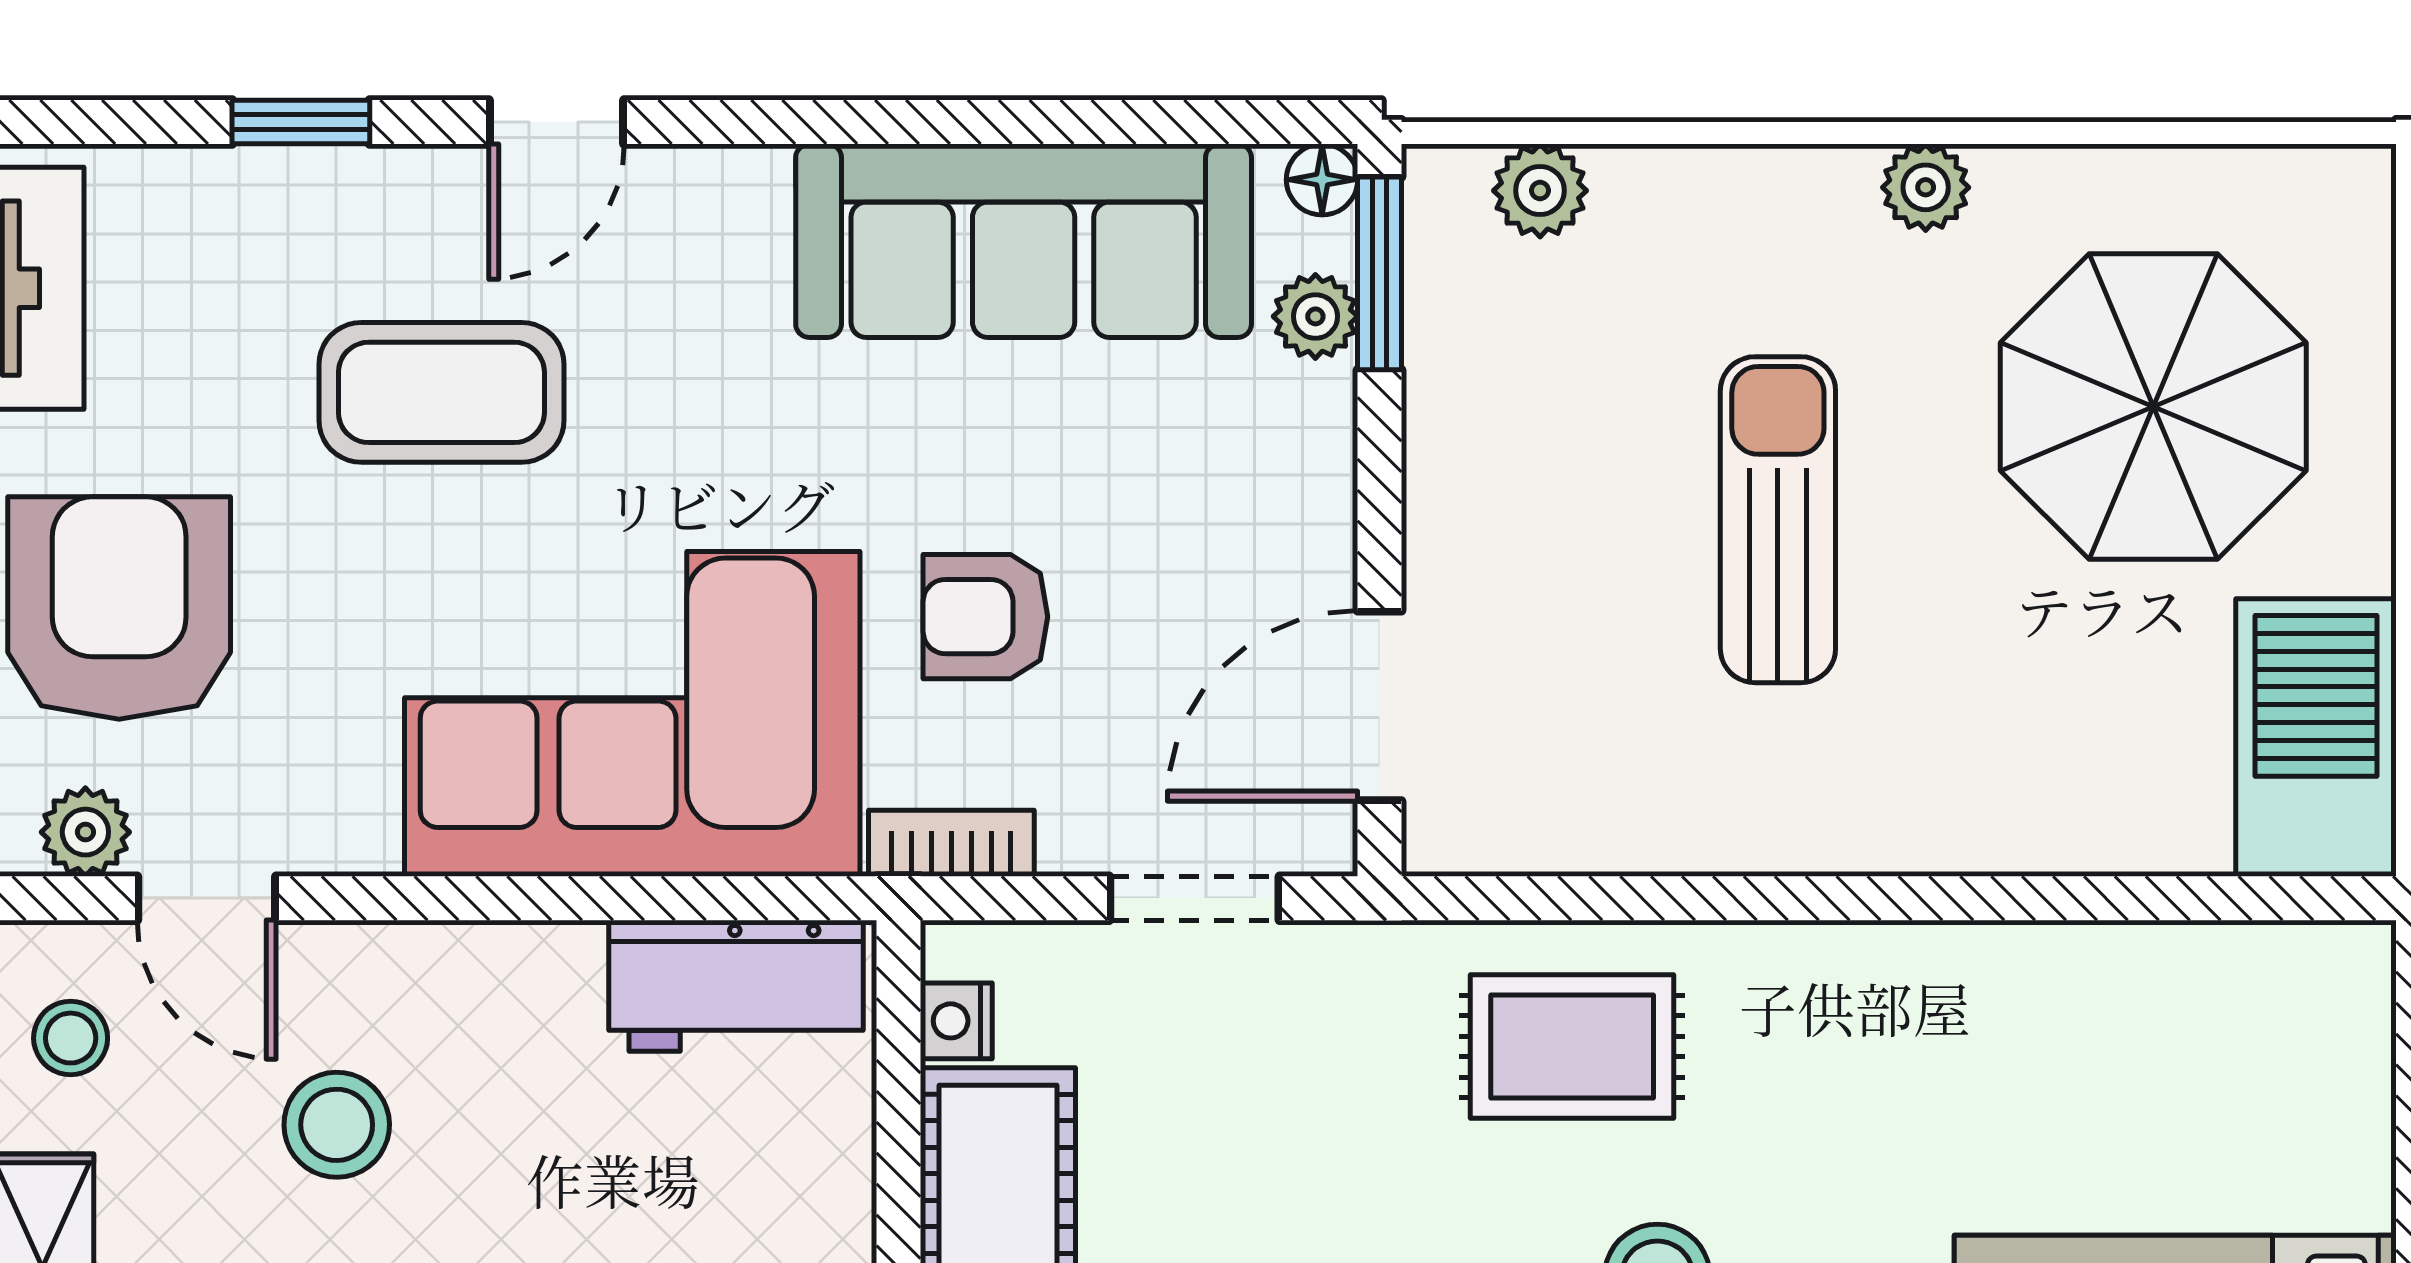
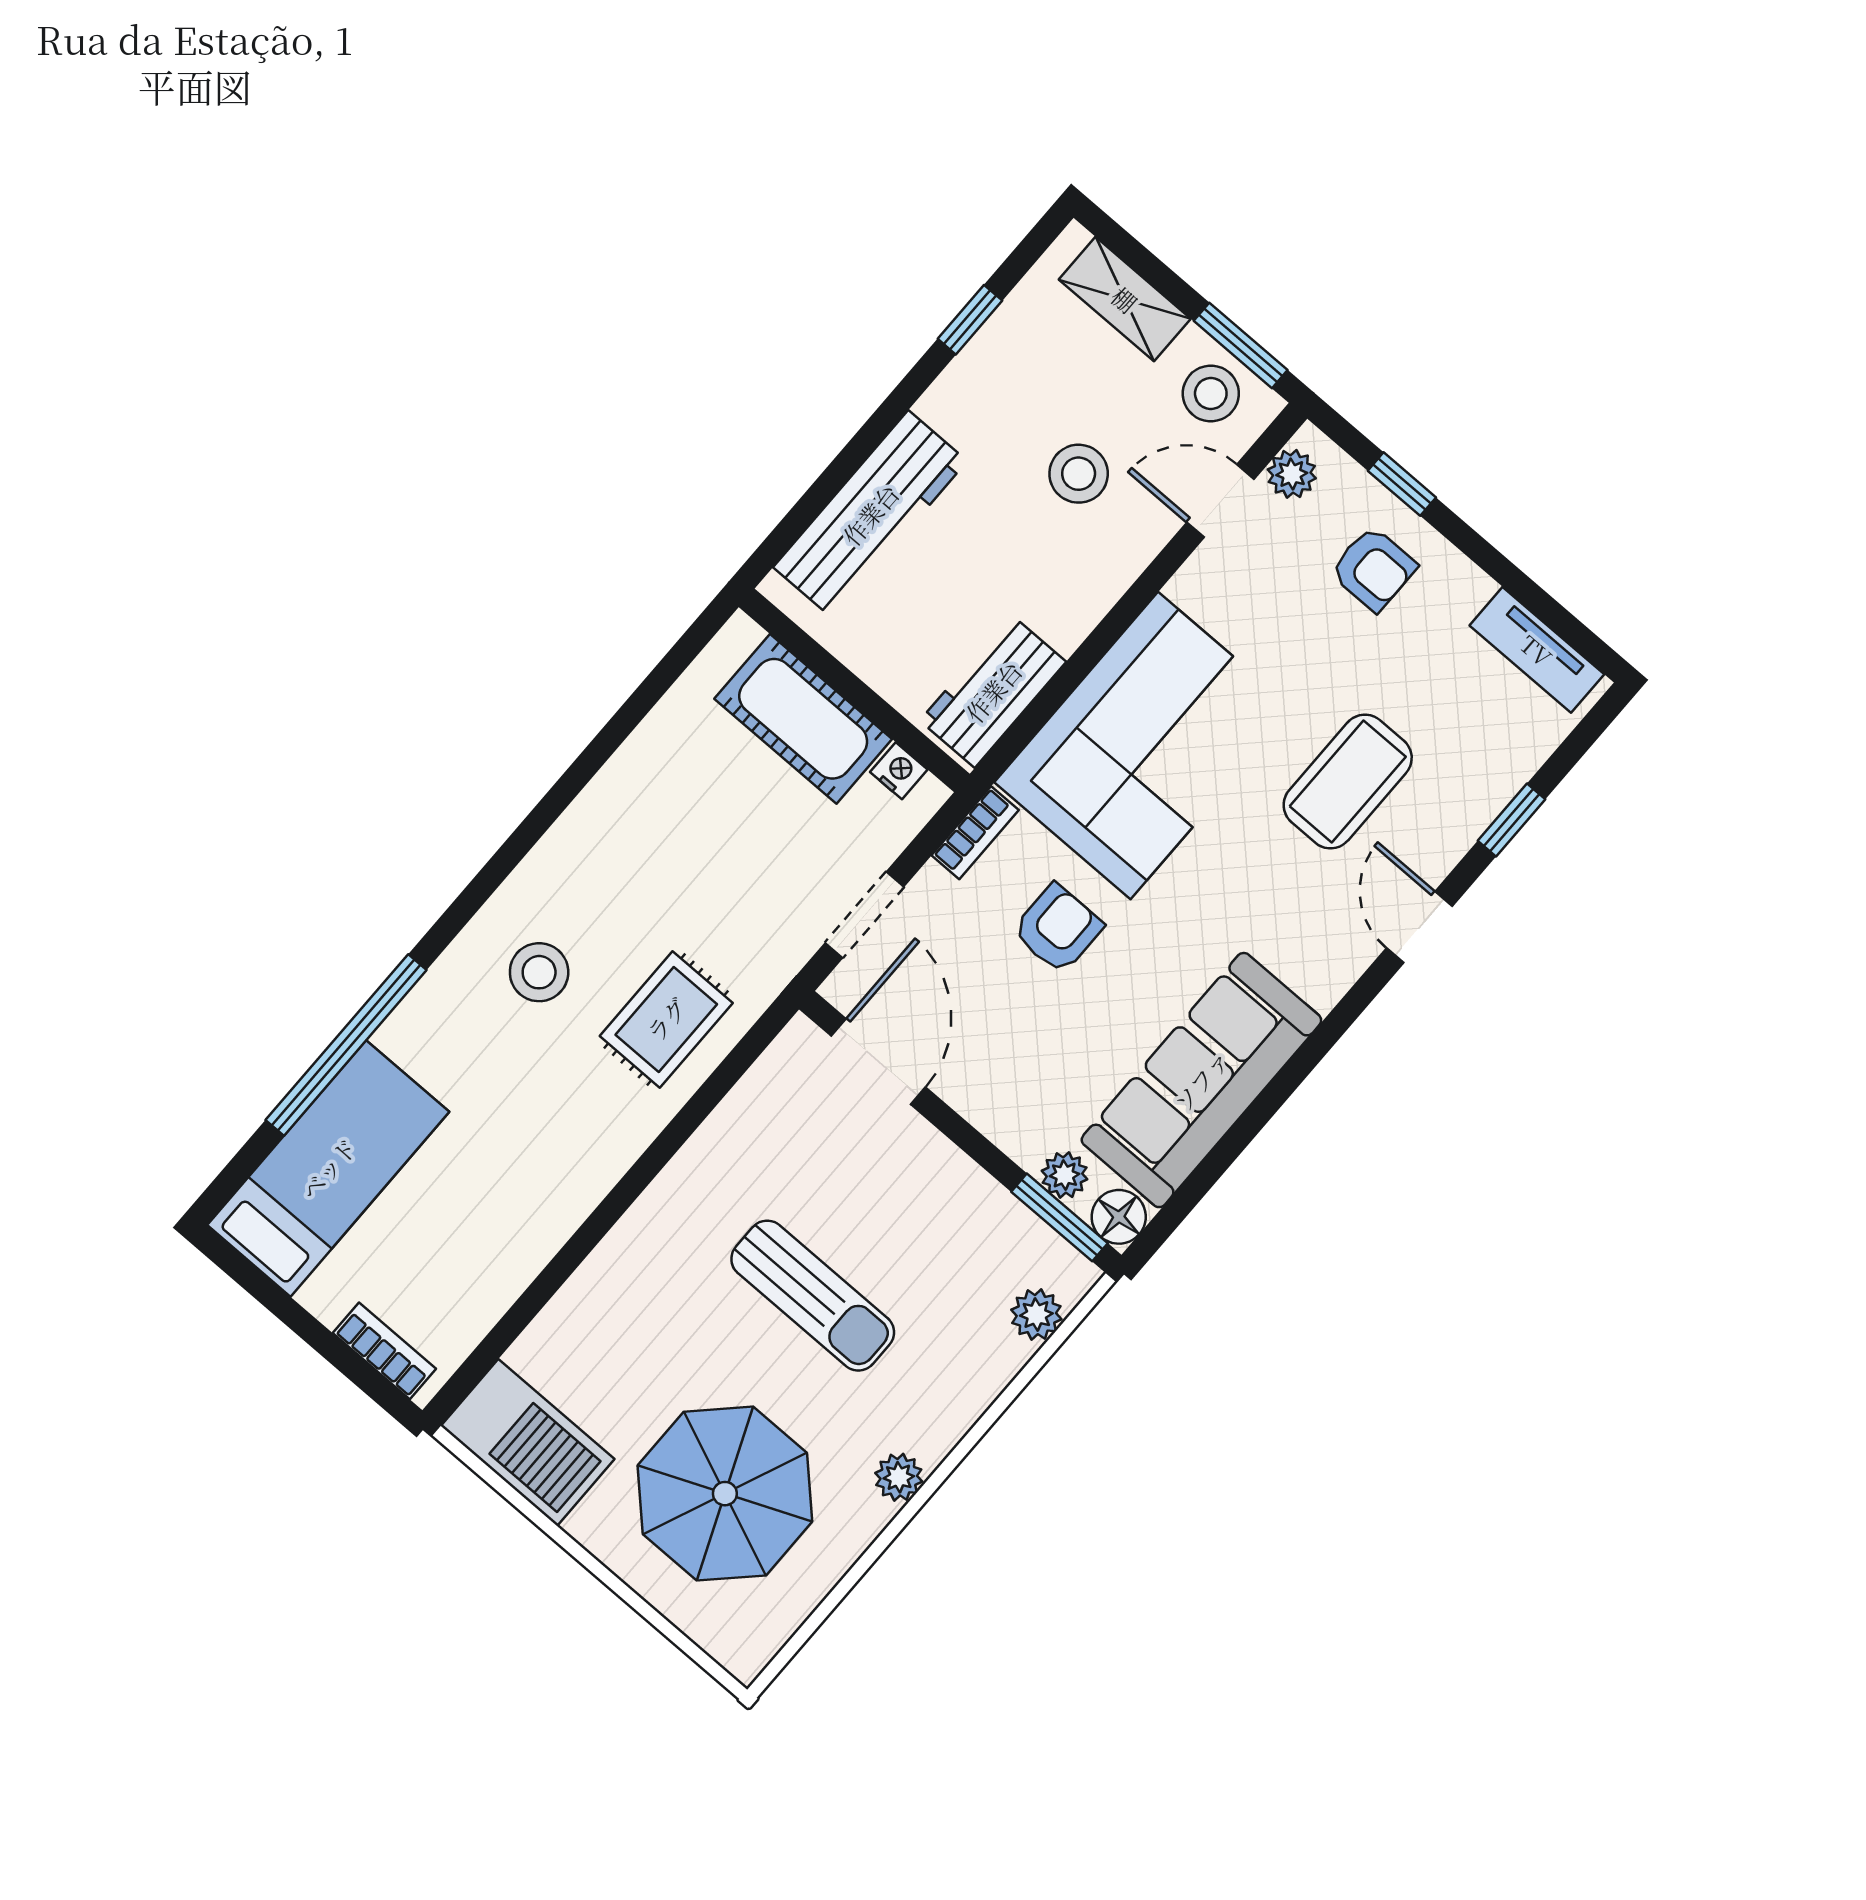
floor lamp: (1322, 180) -> (1119, 1217), width x1.37, depth x1.37
armchair: (119, 608) -> (1373, 569), width x0.53, depth x0.53
stool: (71, 1038) -> (1211, 393), width x1.37, depth x1.37
bookcase: (2359, 1042) -> (384, 1351), added

